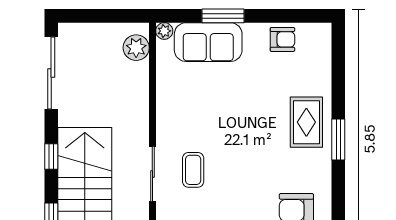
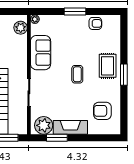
window: (223, 16) -> (75, 11), moved
sofa: (208, 42) -> (41, 53), moved, turned -90
coffee table: (193, 170) -> (77, 74), moved

